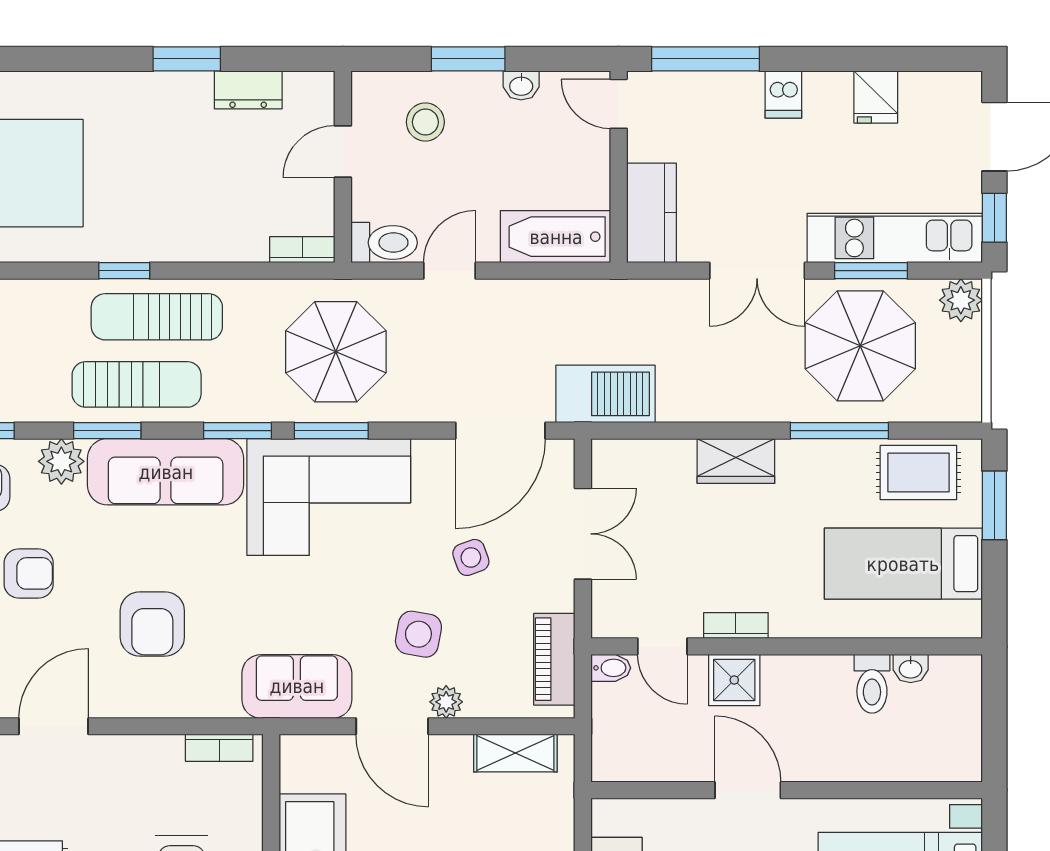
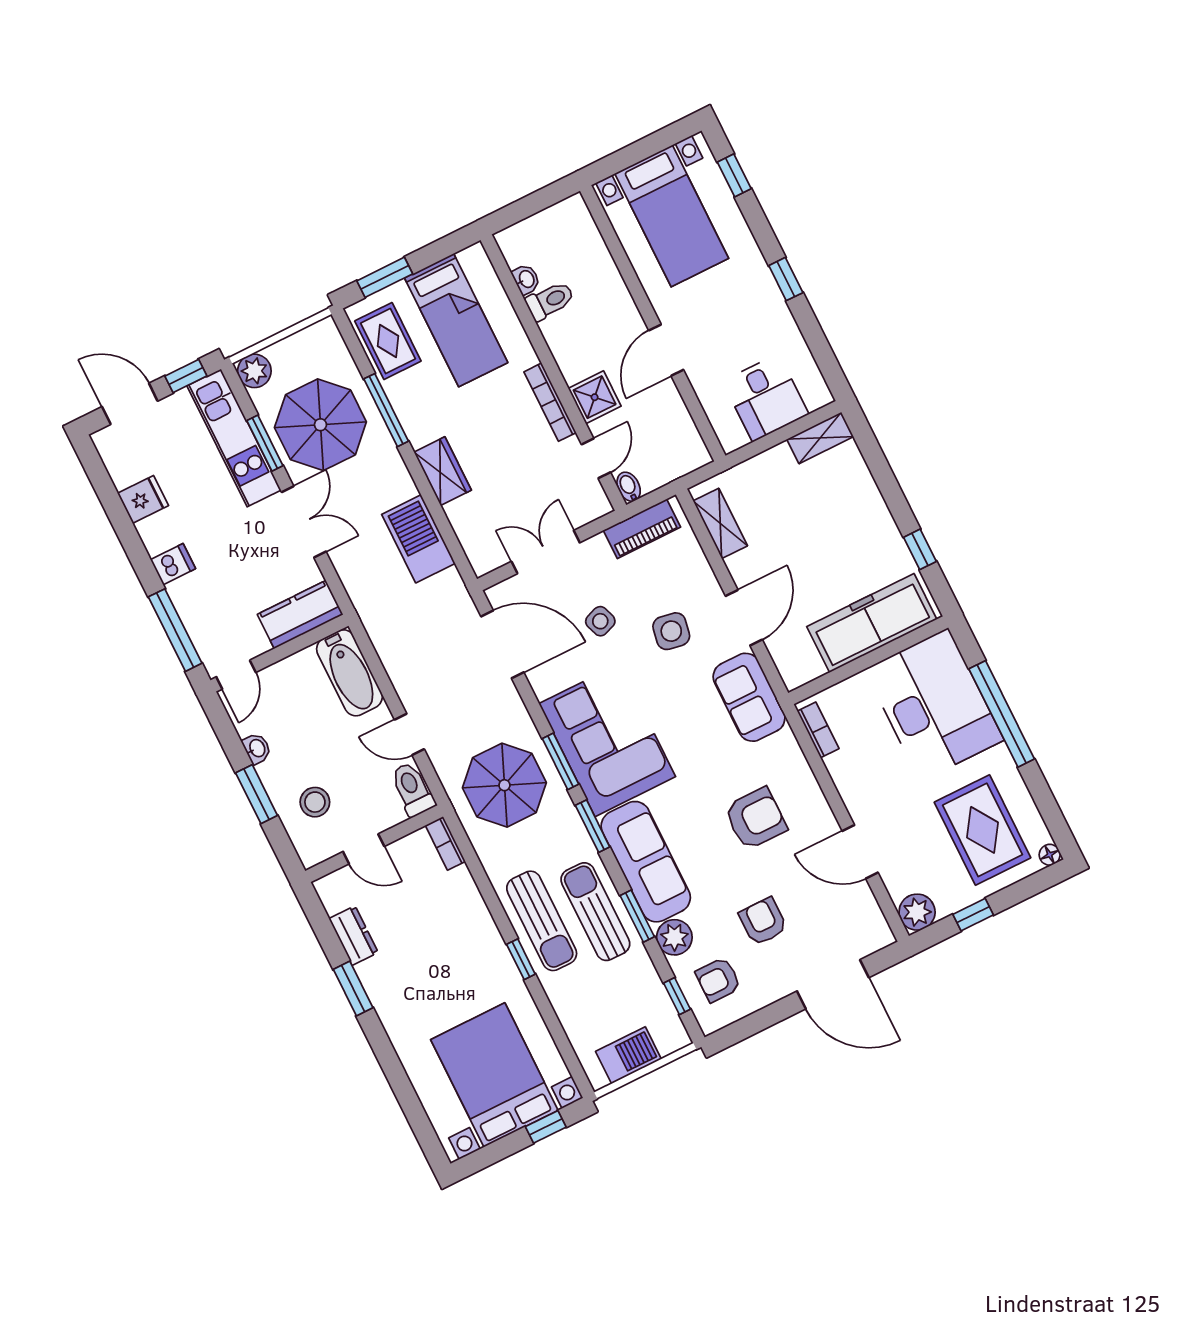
barbecue: (606, 394) -> (418, 539), moved
bookcase: (736, 625) -> (550, 402), width x1.56
plant: (446, 702) -> (709, 589), removed

